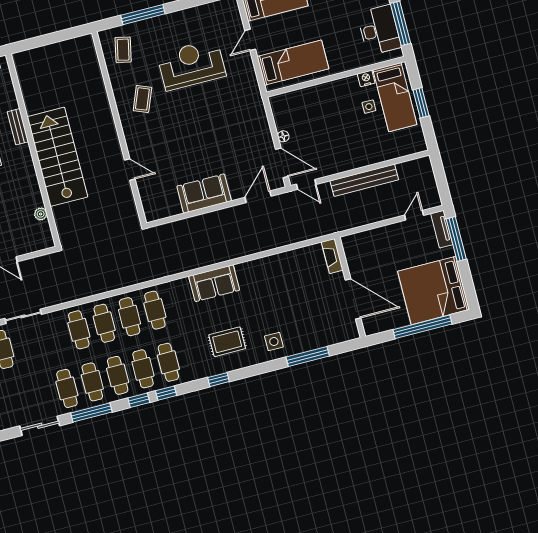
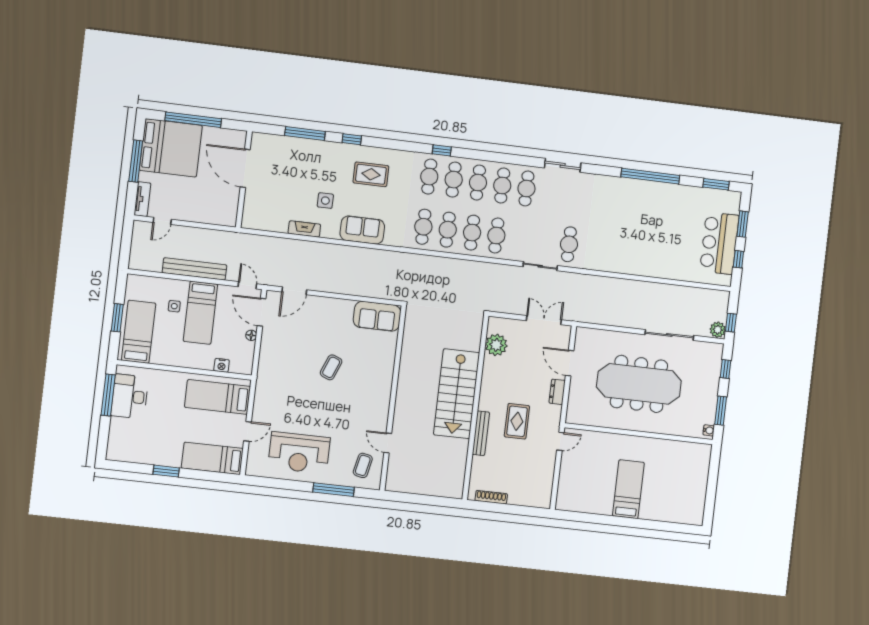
reception desk: (191, 65) -> (299, 453), moved
nightstand: (366, 78) -> (222, 365), moved
coffee table: (142, 99) -> (331, 367), moved
side table: (369, 107) -> (174, 306), moved
bench: (18, 127) -> (481, 433), width x1.36
bed: (342, 139) -> (200, 313), added
door: (130, 169) -> (388, 443), moved
sofa: (204, 194) -> (377, 316), moved
plant: (41, 214) -> (496, 345), width x1.87, depth x1.87
window: (456, 239) -> (136, 161), moved
fireplace: (332, 256) -> (304, 229), moved, turned -90
side table: (274, 341) -> (325, 201), moved
window: (219, 380) -> (352, 139), moved
window: (139, 400) -> (468, 154), removed
window: (91, 412) -> (513, 159), removed

